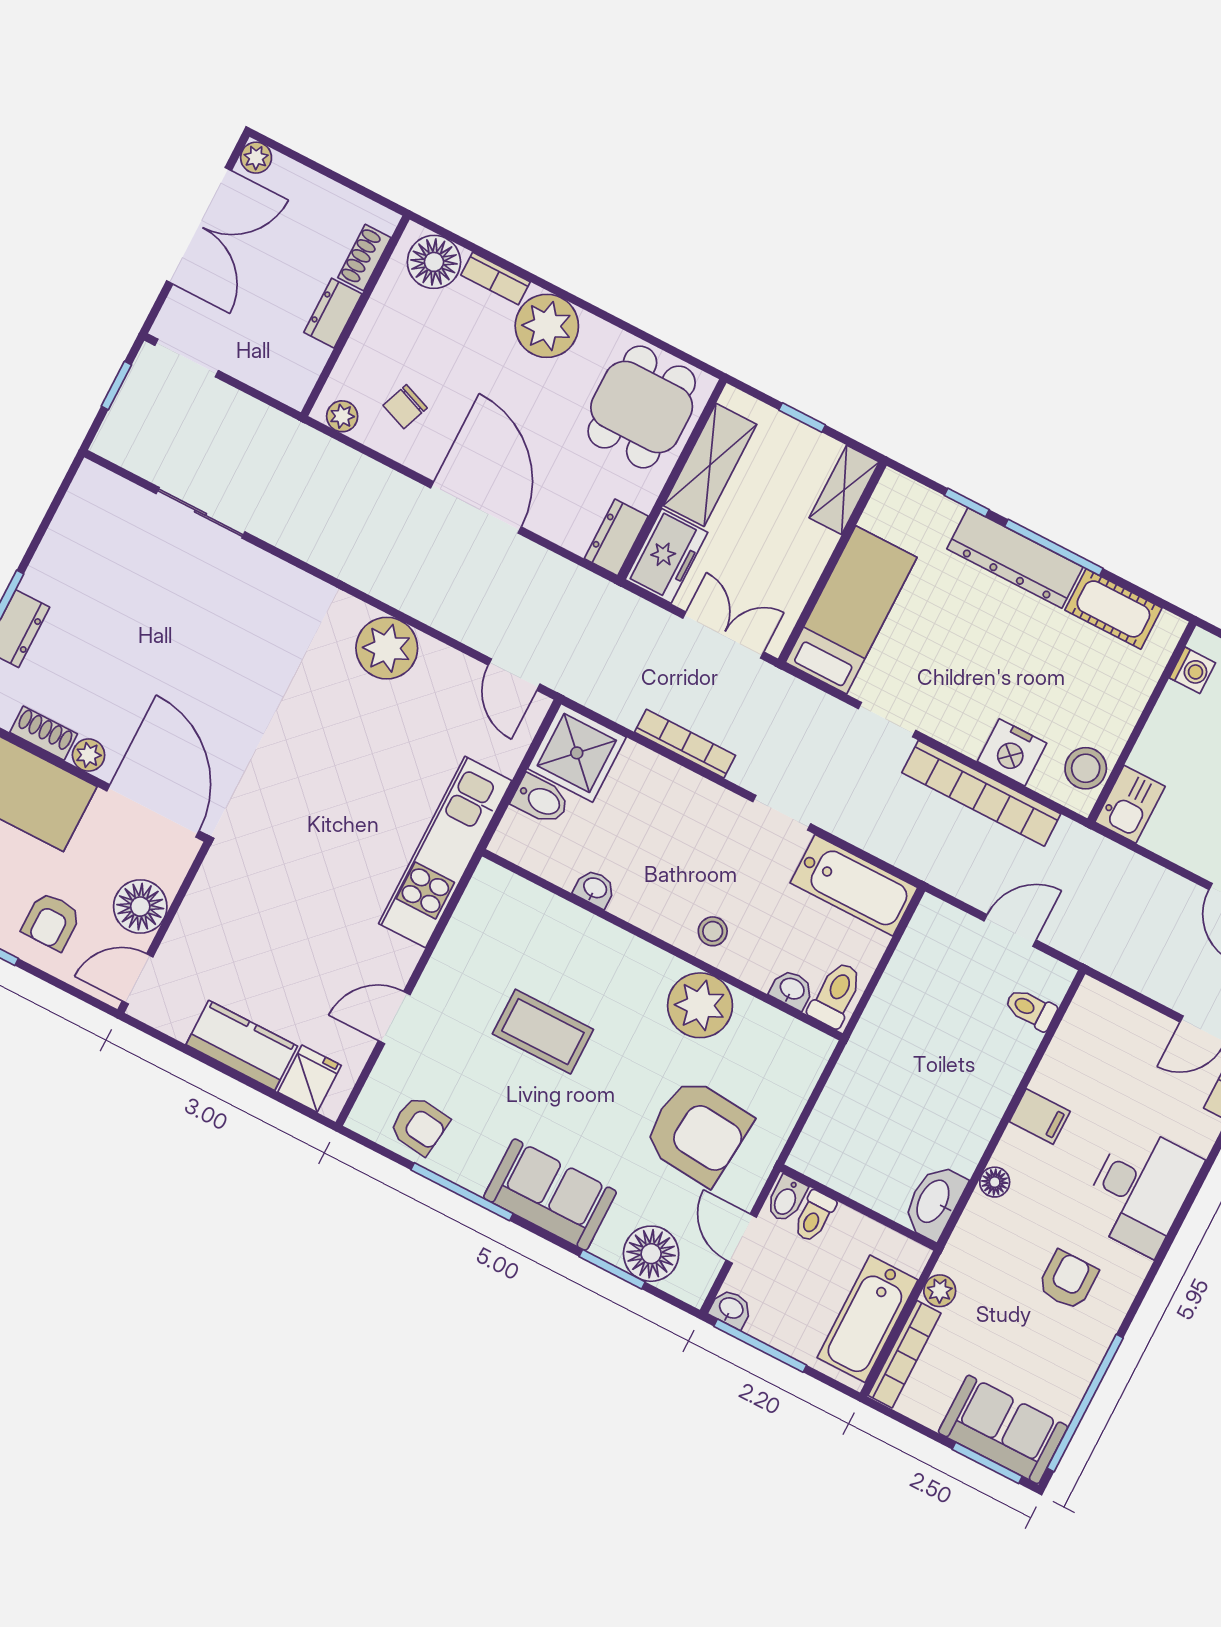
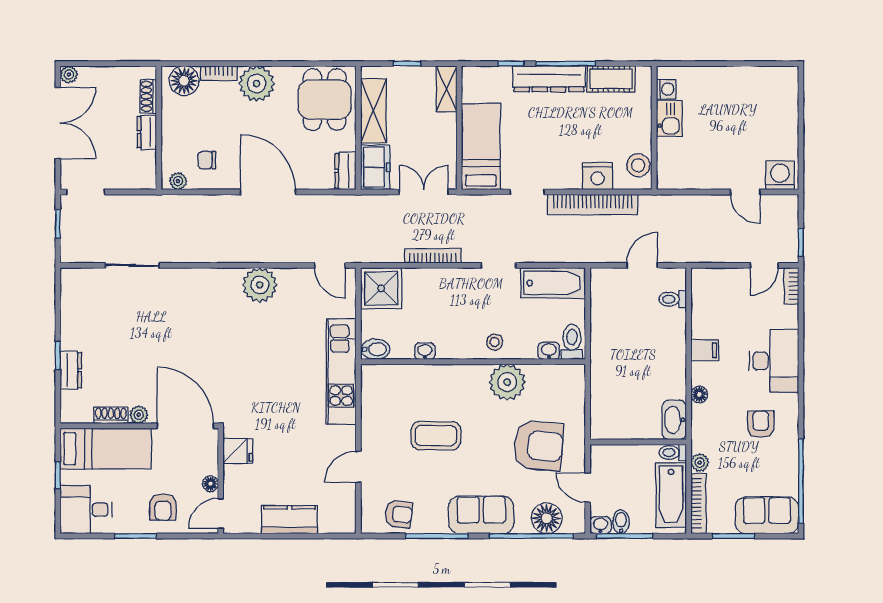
chair: (405, 407) -> (207, 160), turned 69
bidet: (541, 800) -> (375, 349), moved
kitchen sink: (1130, 804) -> (669, 119), moved
floor lamp: (140, 907) -> (210, 484), width x0.53, depth x0.53
fridge: (310, 1079) -> (238, 451), moved, turned 90
bidet: (786, 1199) -> (621, 522), moved, turned 180
toilet: (814, 1216) -> (673, 453), moved, turned 90
window: (612, 1269) -> (531, 536), width x2.11
window: (987, 1463) -> (733, 536), moved

